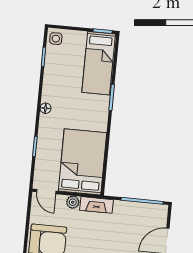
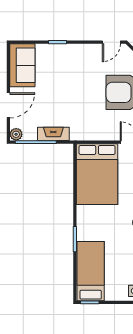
plant: (73, 202) -> (16, 134), moved
fireplace: (96, 205) -> (53, 134), moved

